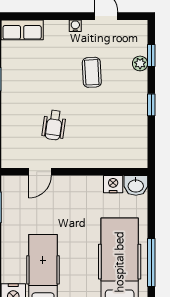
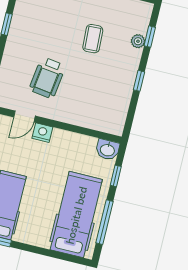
wheelchair: (54, 125) -> (47, 78), width x1.36, depth x1.37
nightstand: (113, 184) -> (42, 133), moved
window: (151, 211) -> (116, 176), added

